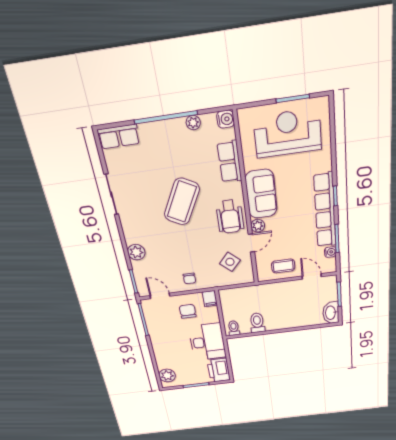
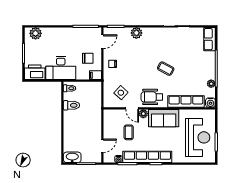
row of seats: (230, 162) -> (186, 101), width x1.48
coffee table: (182, 202) -> (166, 69), width x0.54, depth x0.58
coffee table: (283, 266) -> (129, 132), moved

